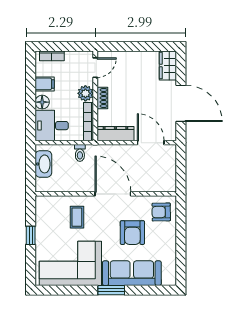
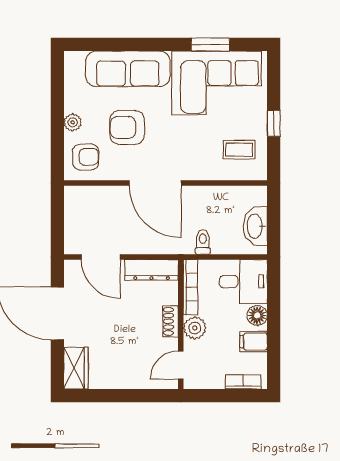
coffee table: (77, 217) -> (239, 150), moved, turned 90
armchair: (132, 233) -> (127, 127), turned -90
plant: (170, 236) -> (73, 122), added
window: (111, 290) -> (210, 44), moved

